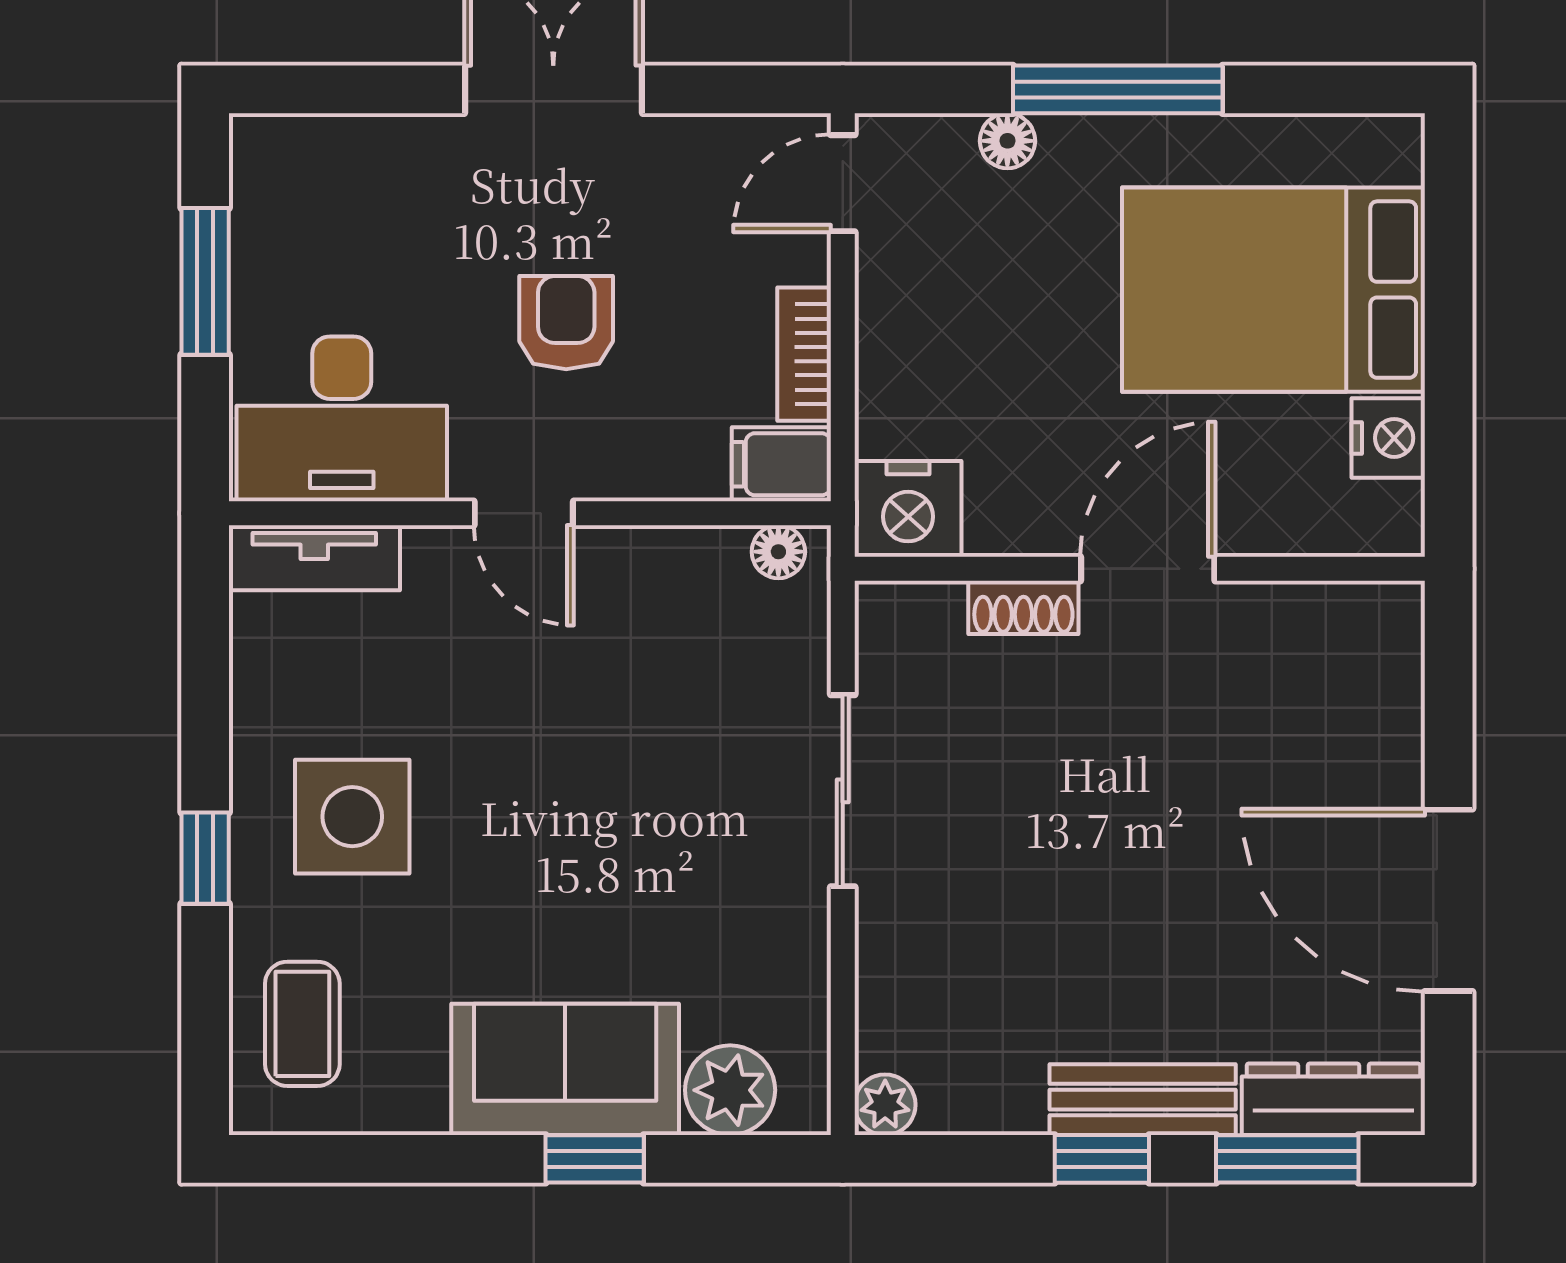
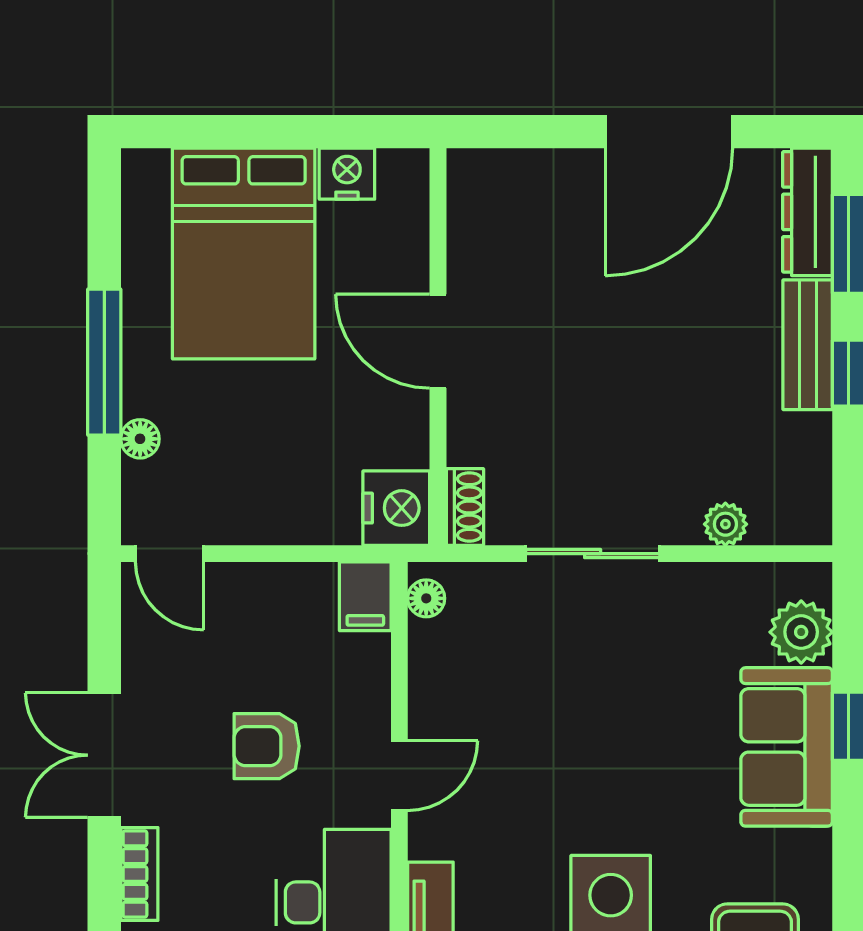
bookcase: (804, 354) -> (139, 874), moved, turned -90
shoe rack: (1023, 607) -> (465, 507), moved
plant: (885, 1105) -> (725, 524), moved

